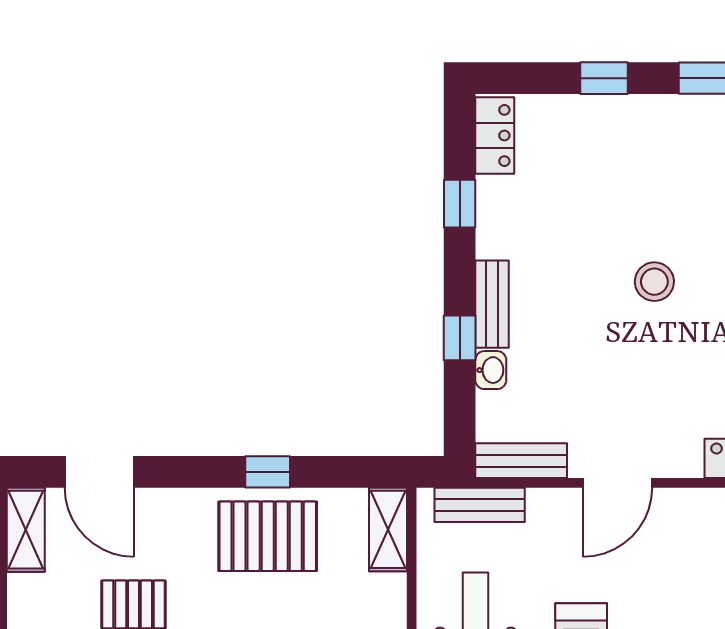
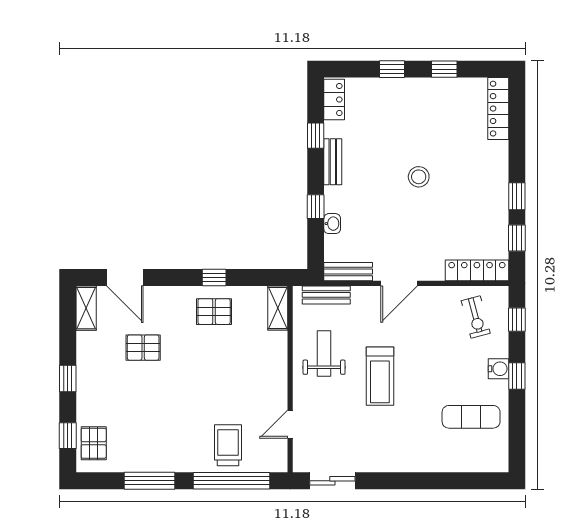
bench: (492, 304) -> (333, 162), moved
pallet: (268, 536) -> (214, 312), width x0.67, depth x0.71

